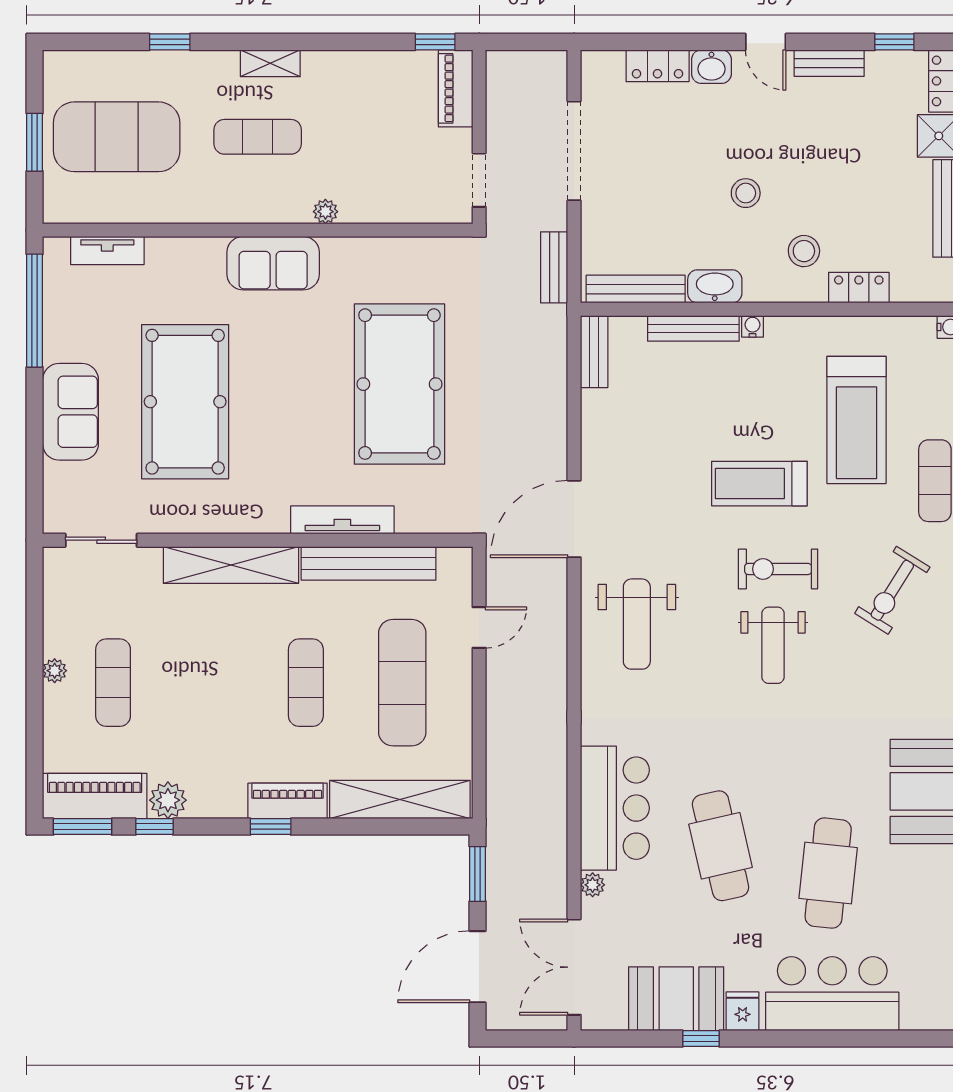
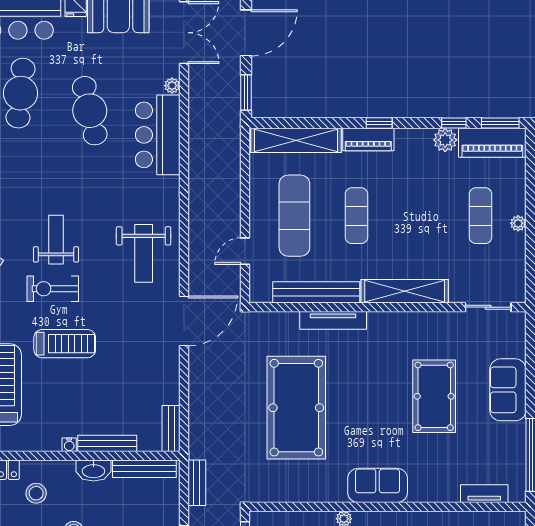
pool table: (185, 402) -> (434, 396), width x0.73, depth x0.76
exercise bike: (778, 569) -> (53, 289), turned 180
weight bench: (637, 624) -> (144, 253), turned 180

